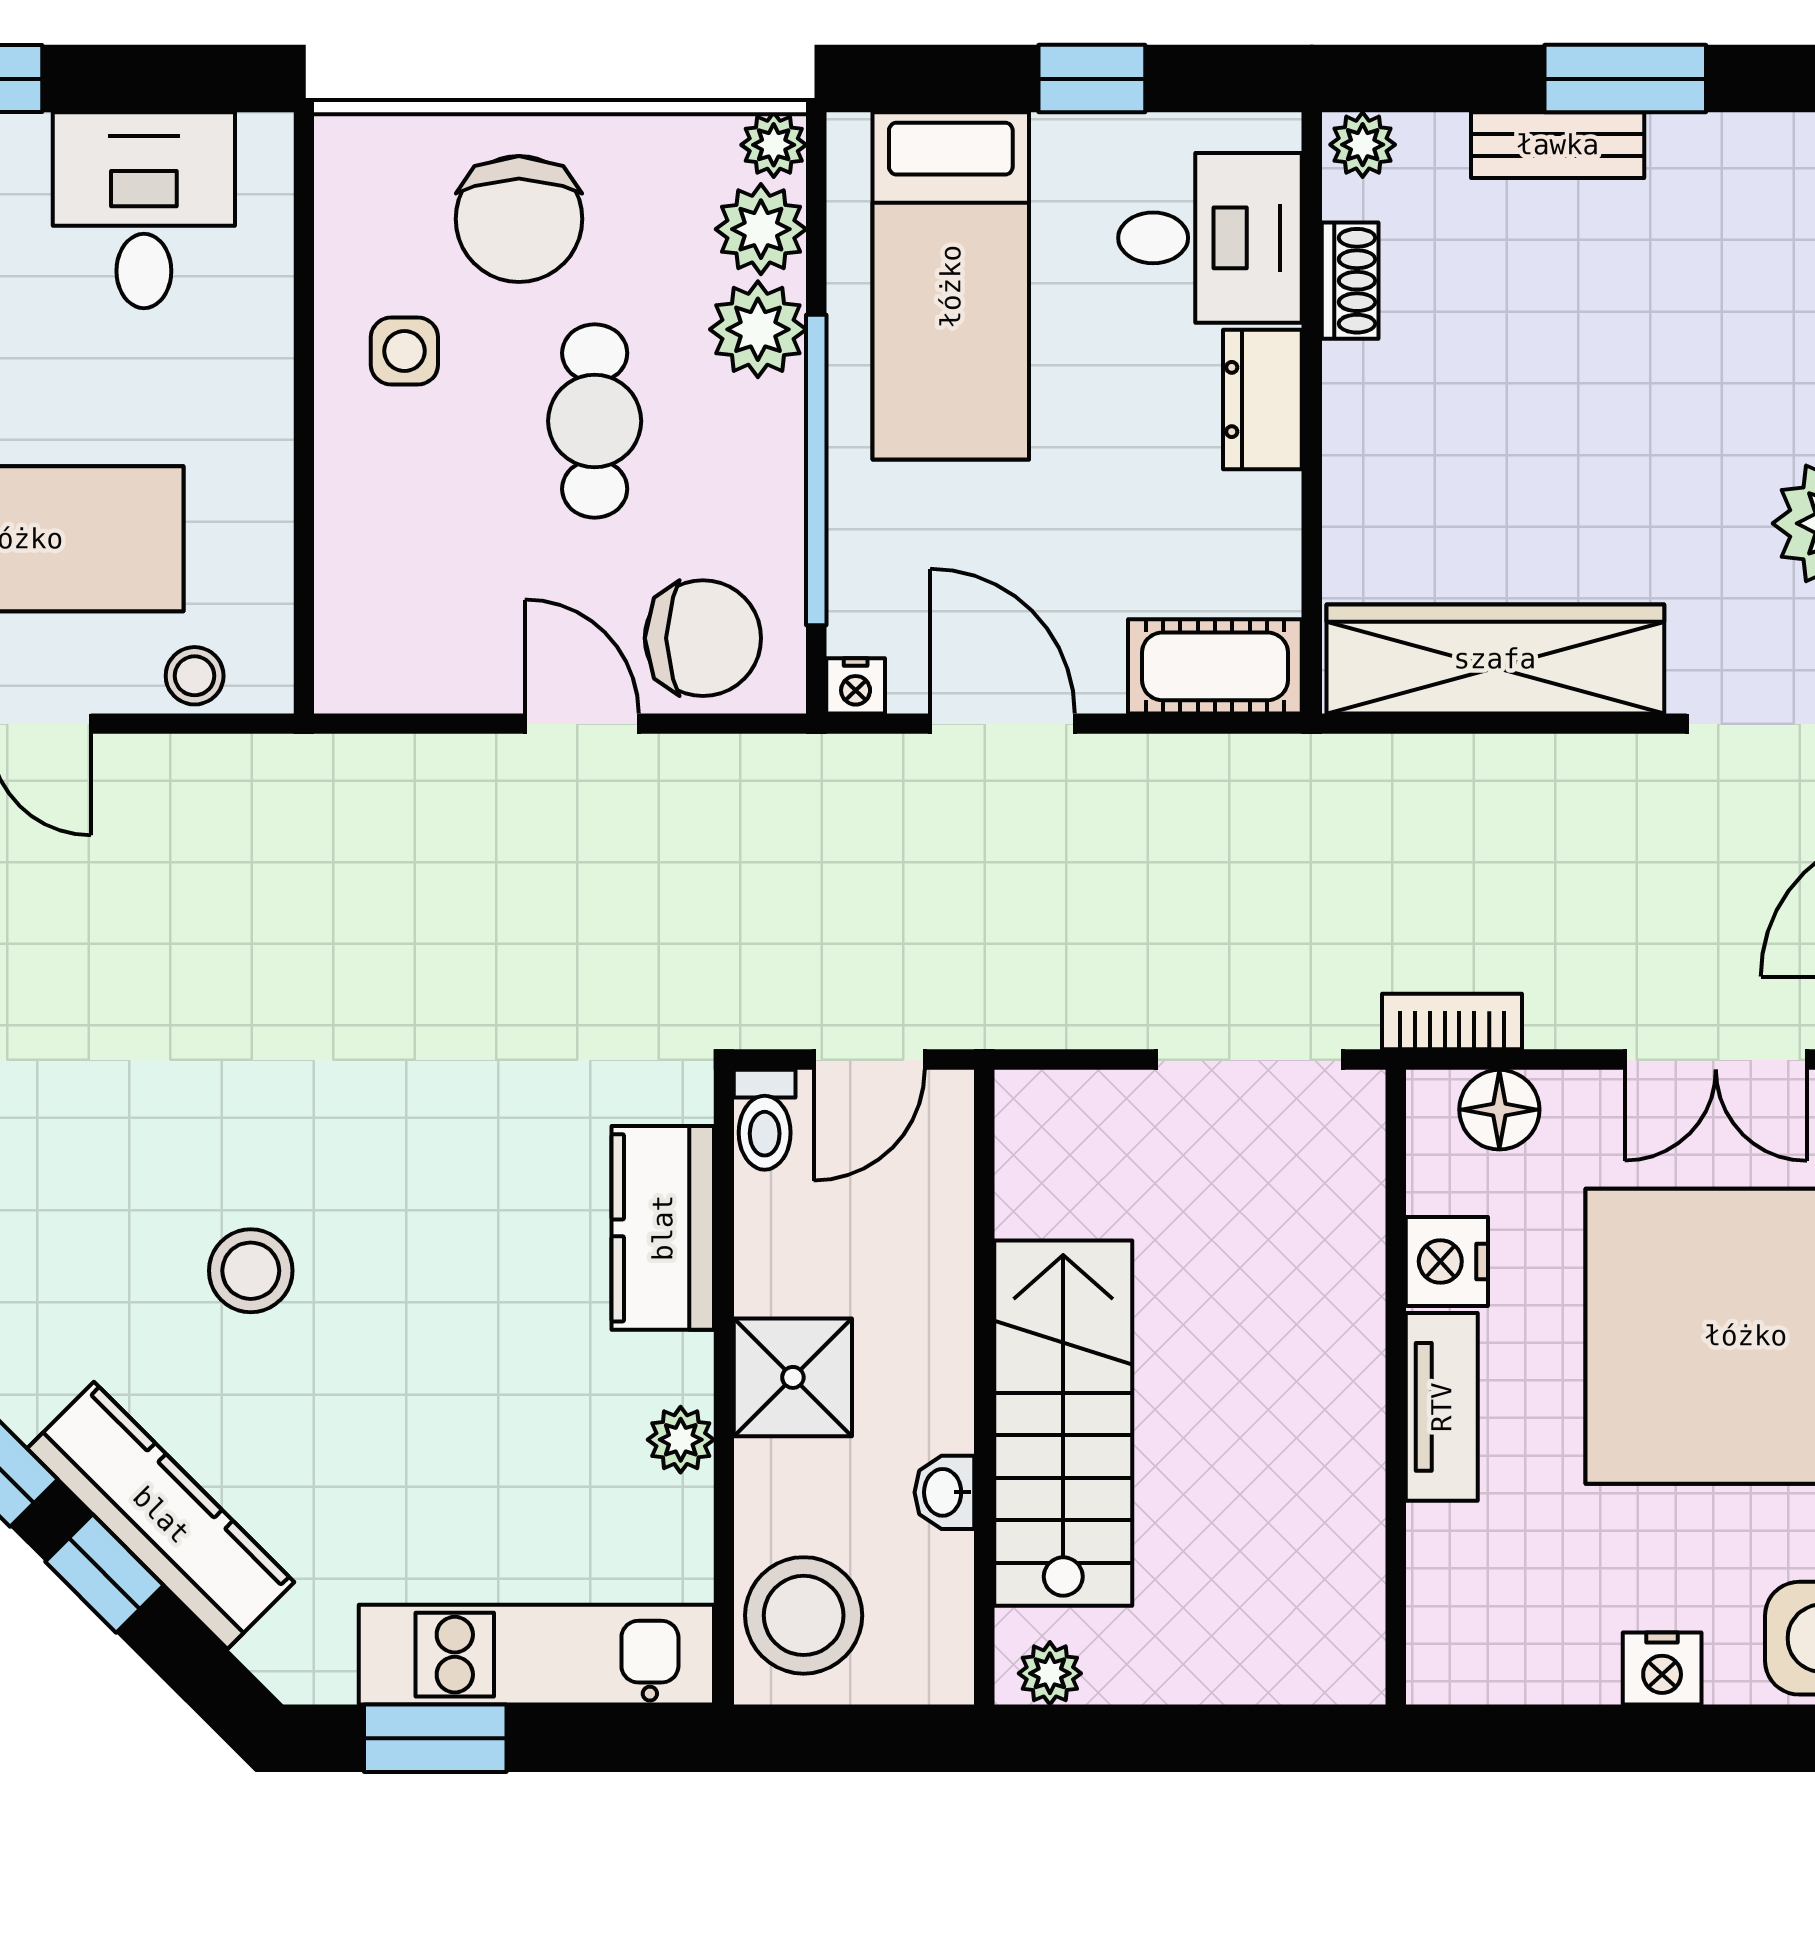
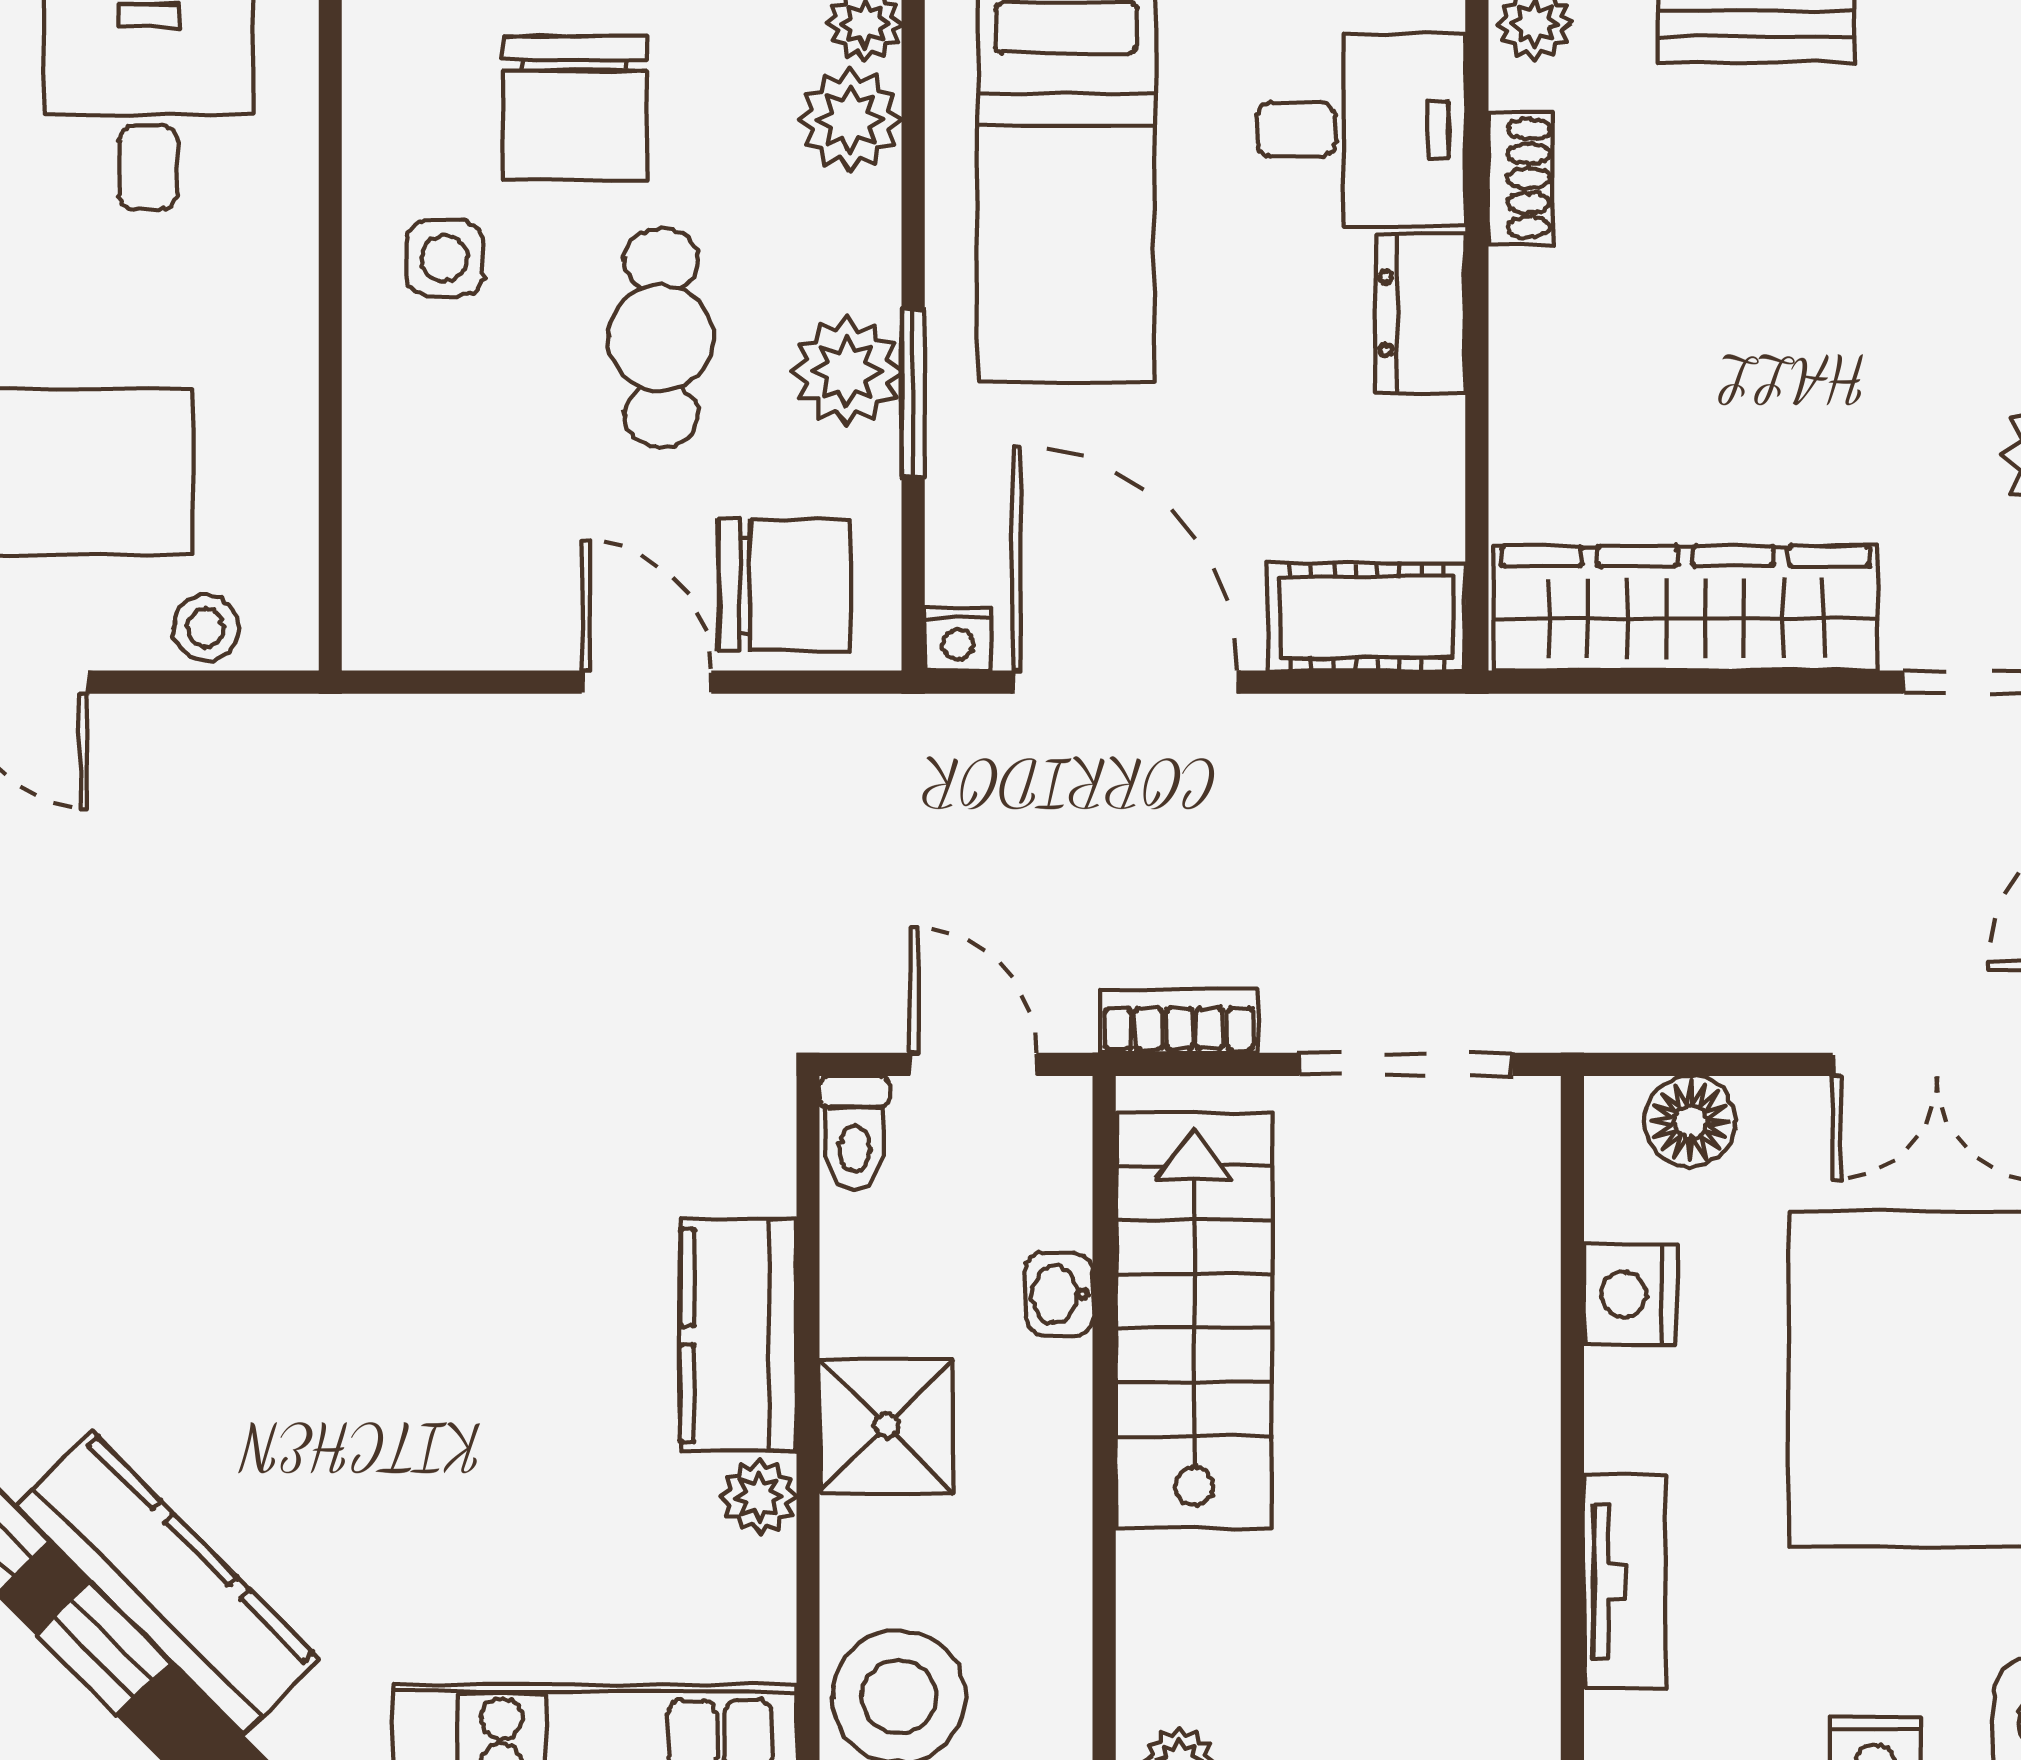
plant: (758, 329) -> (847, 371), moved
window: (816, 470) -> (913, 394), width x0.47
door: (1002, 724) -> (1125, 682), width x1.36
bookcase: (1452, 1022) -> (1179, 1021), moved
door: (869, 1060) -> (973, 1064), swing flipped
kitchen counter: (663, 1228) -> (739, 1336), moved
stool: (251, 1271) -> (270, 1305), removed
tv unit: (1442, 1407) -> (1625, 1581), moved
stairs: (1063, 1423) -> (1194, 1320), moved
washbasin: (944, 1492) -> (1059, 1294), moved

